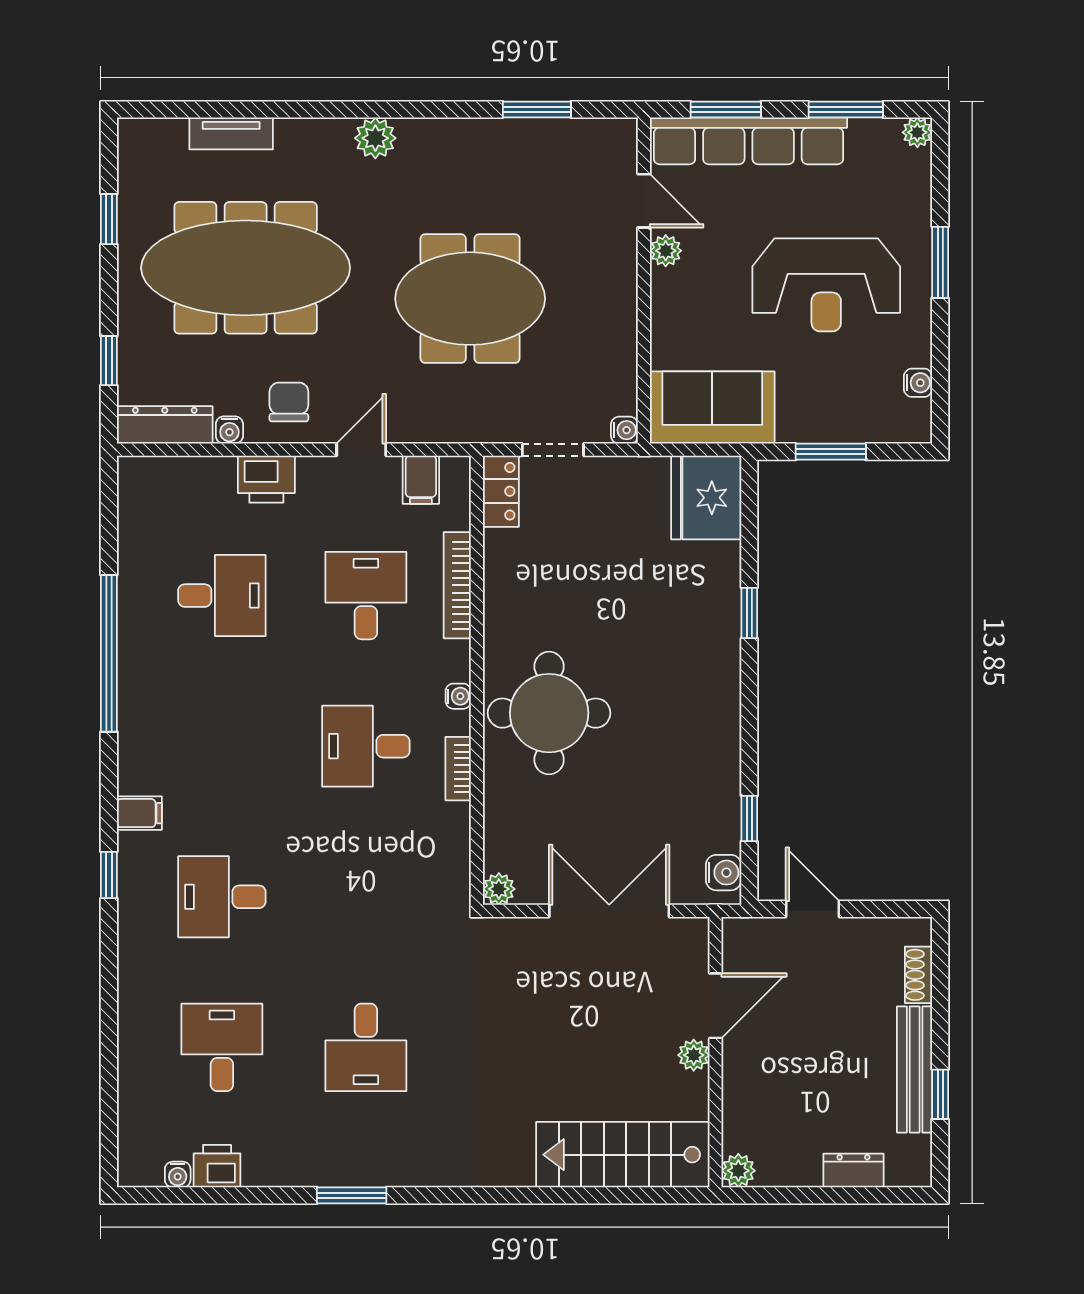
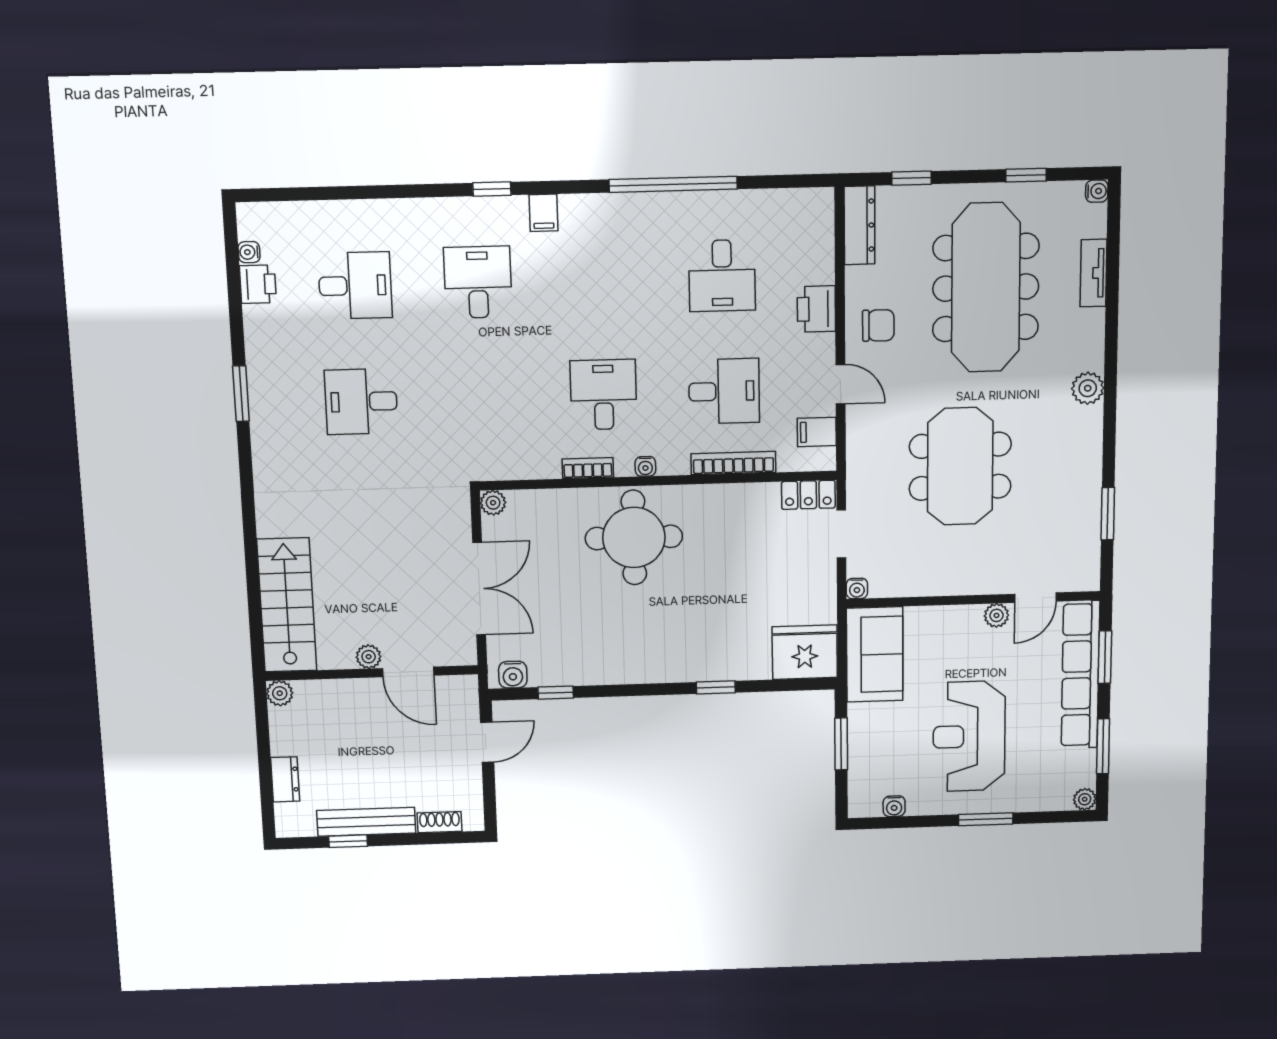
water cooler: (229, 430) -> (1097, 191), moved, turned 180

